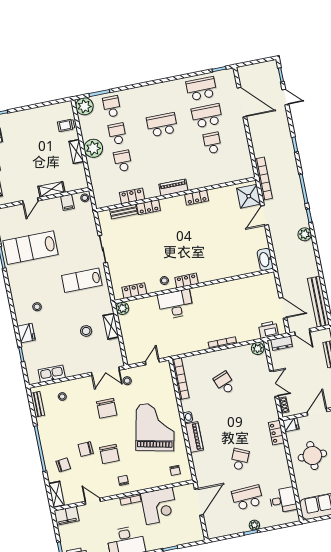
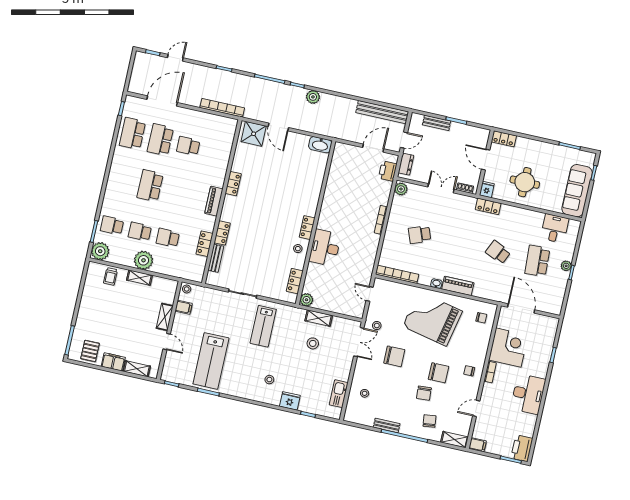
bookcase: (263, 179) -> (222, 108), moved
bench: (37, 404) -> (387, 425), moved
filing cabinet: (67, 516) -> (478, 445), width x0.50

